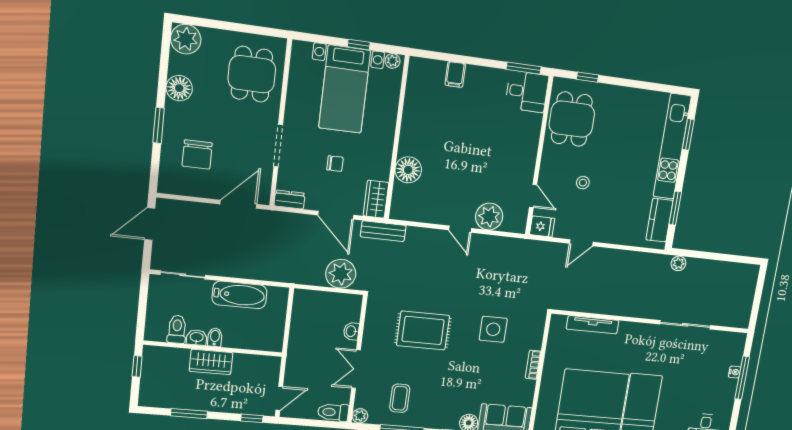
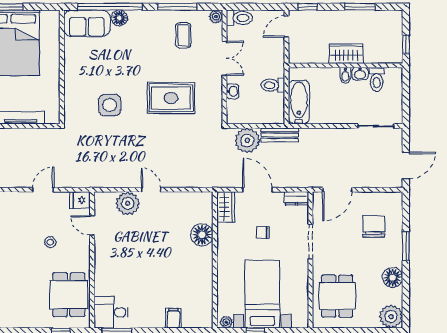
bench: (383, 231) -> (280, 135), moved
bathtub: (239, 295) -> (299, 102), moved, turned 90
toilet: (303, 334) -> (273, 85), added
bookcase: (533, 365) -> (69, 76), removed

